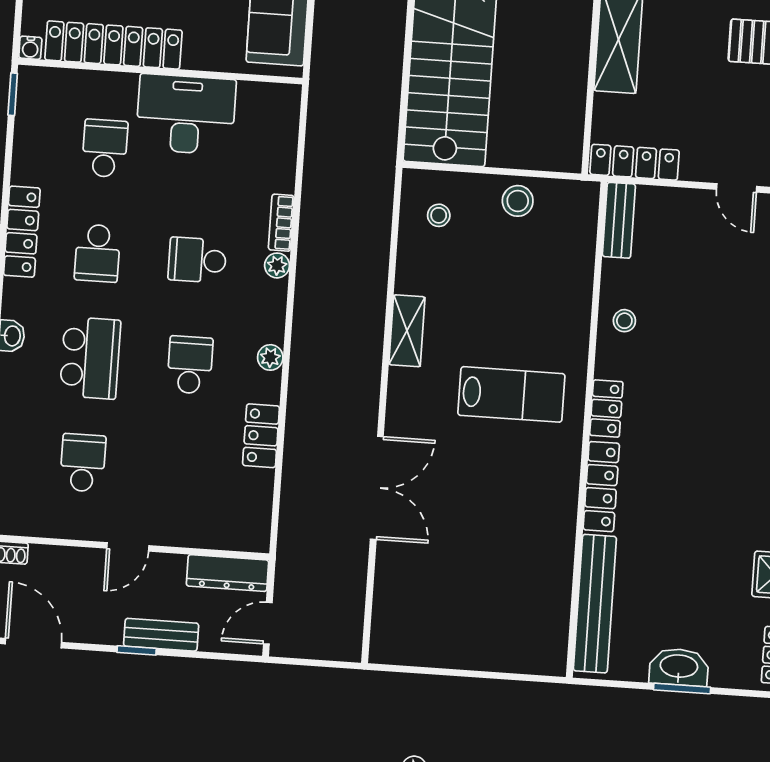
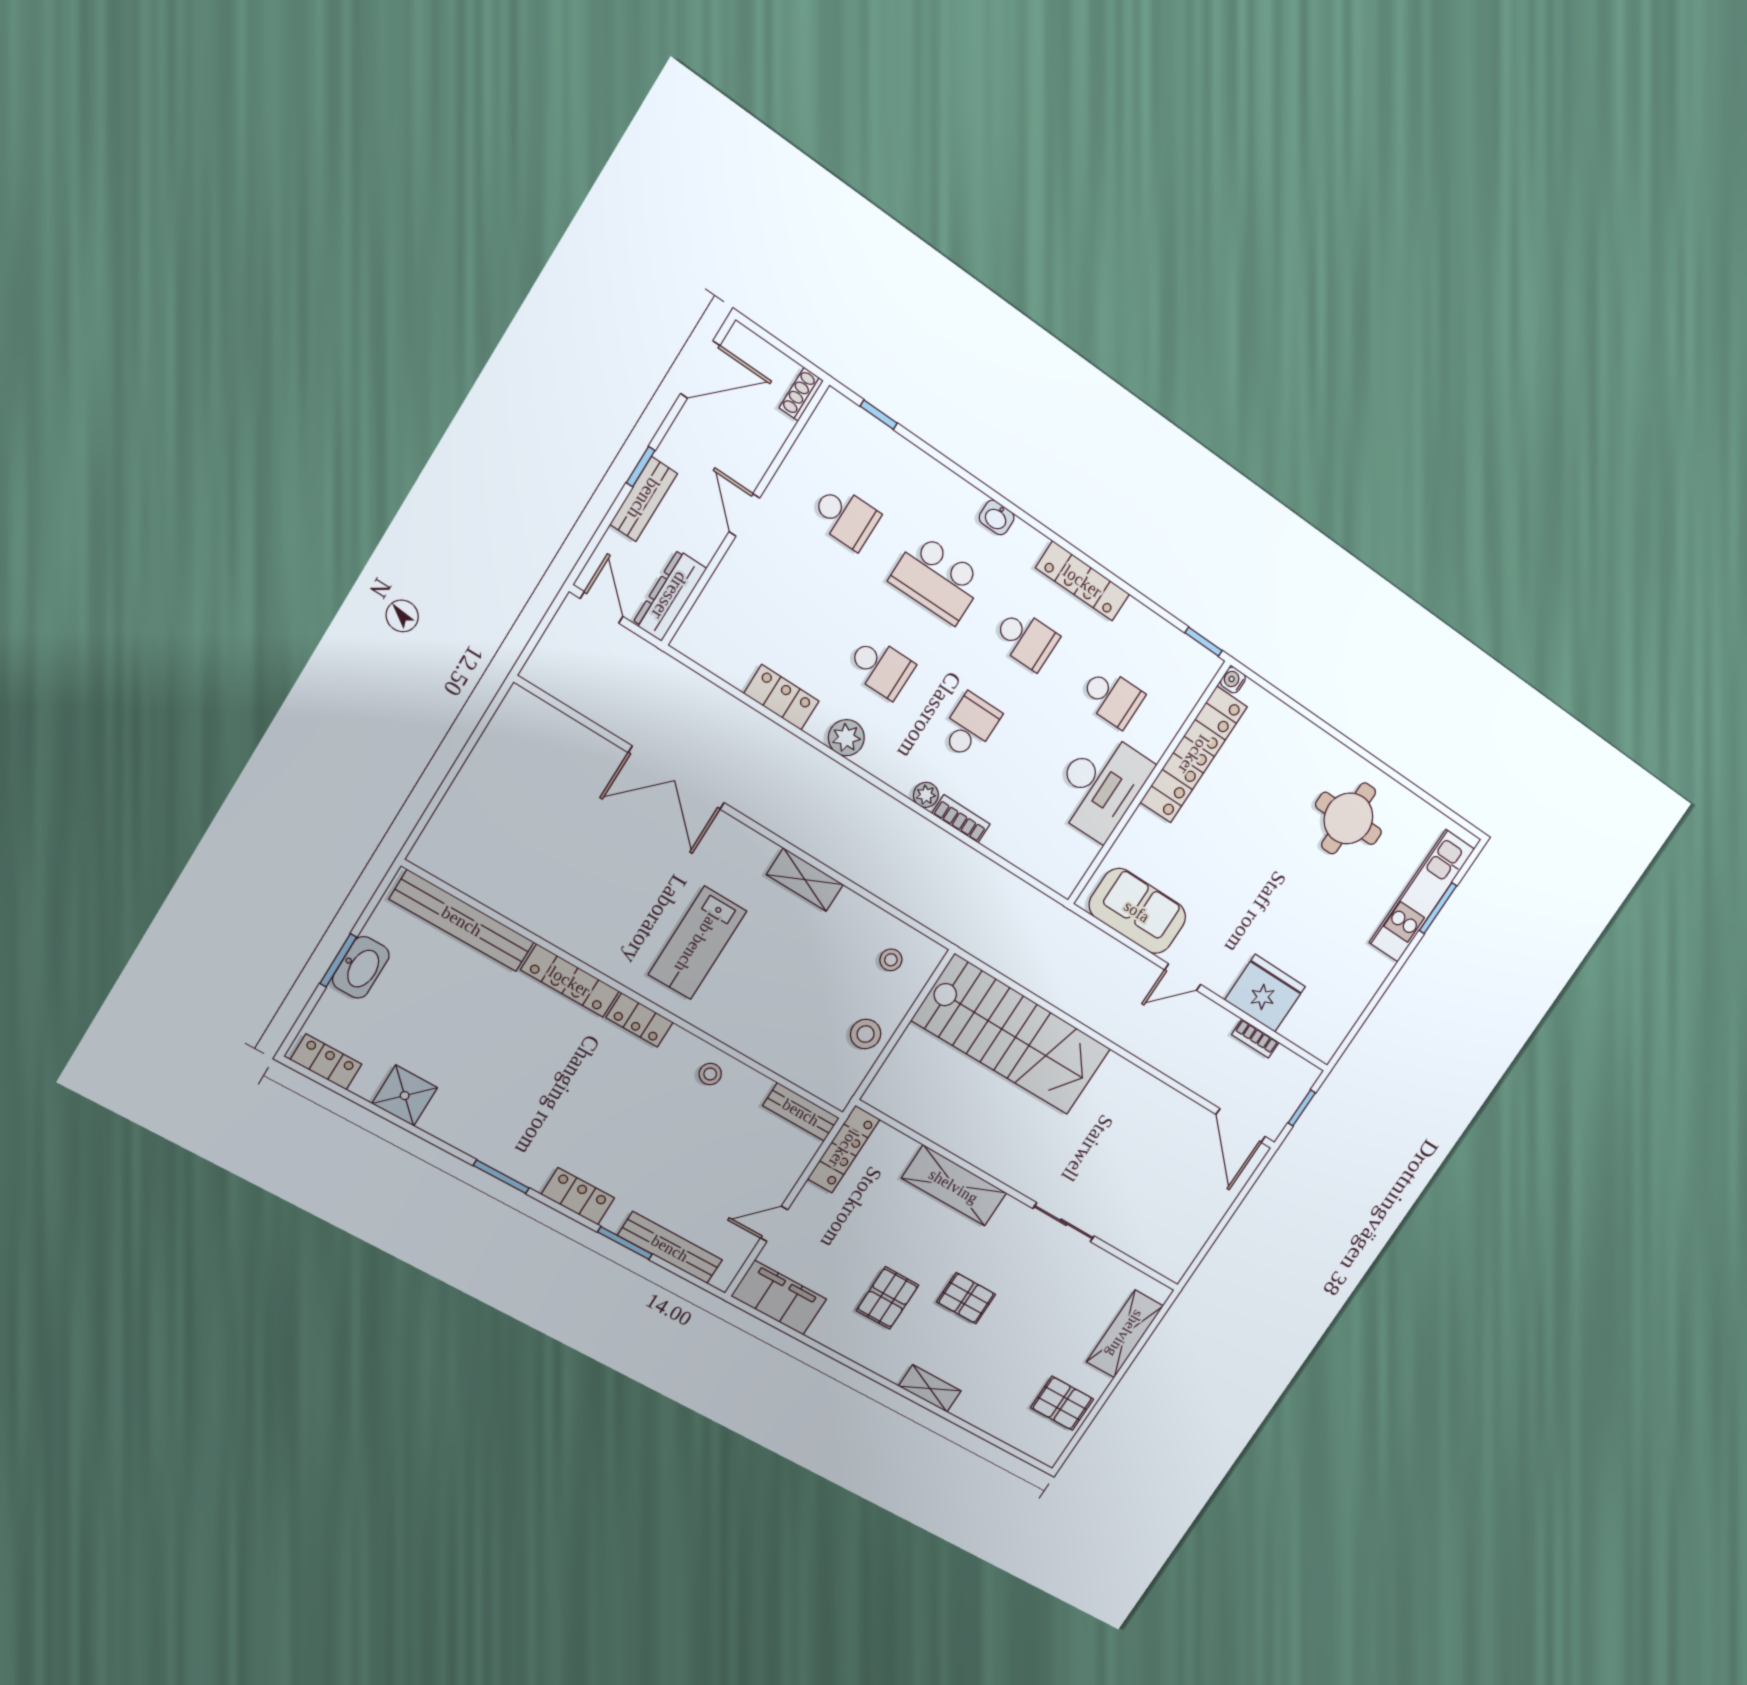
school desk: (97, 253) -> (1026, 639), turned 180
plant: (270, 357) -> (846, 738), width x1.38, depth x1.38

